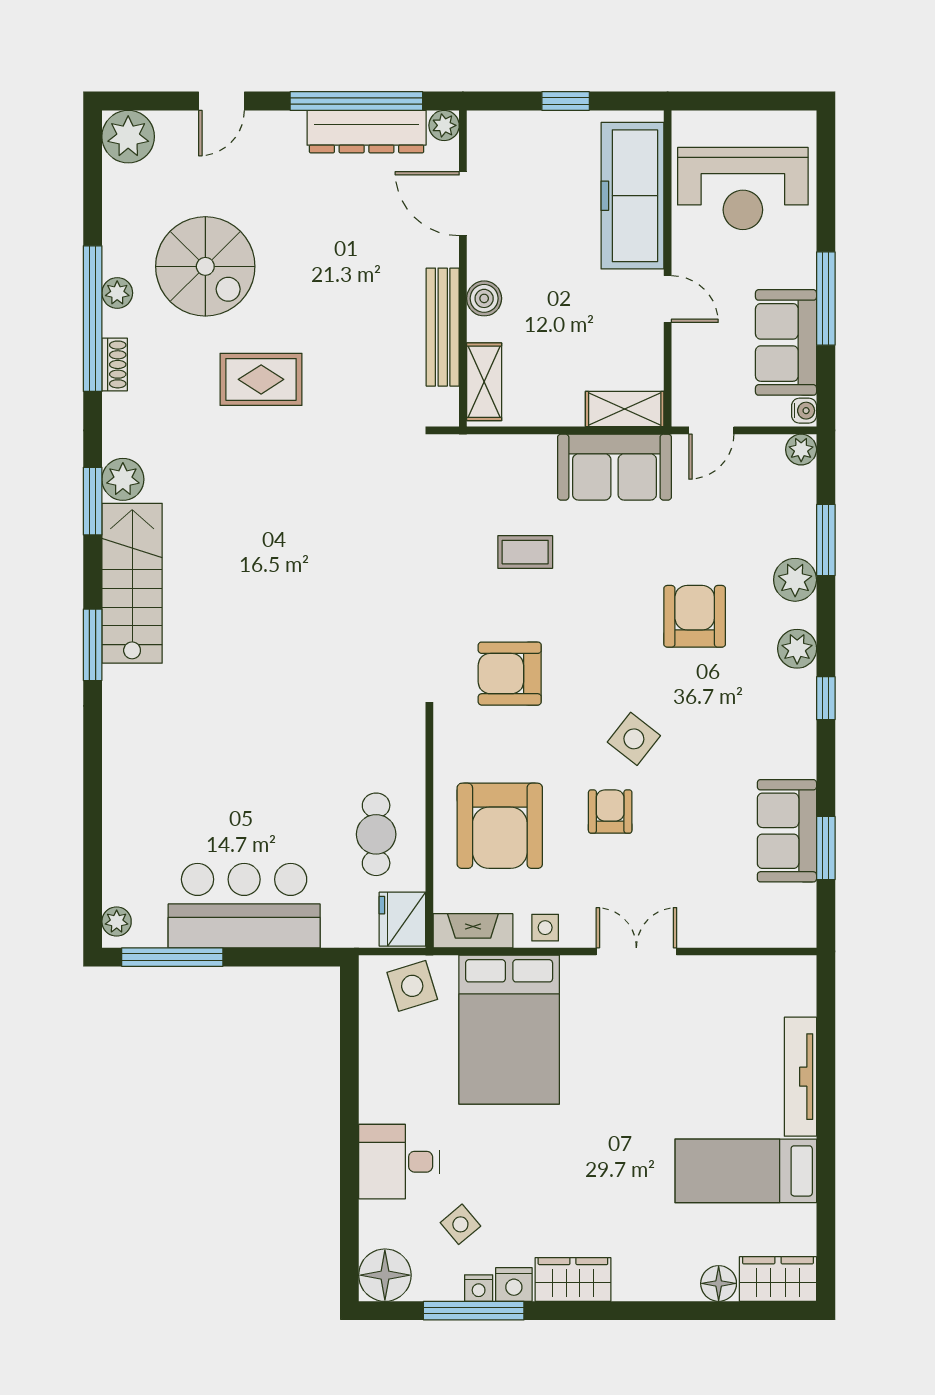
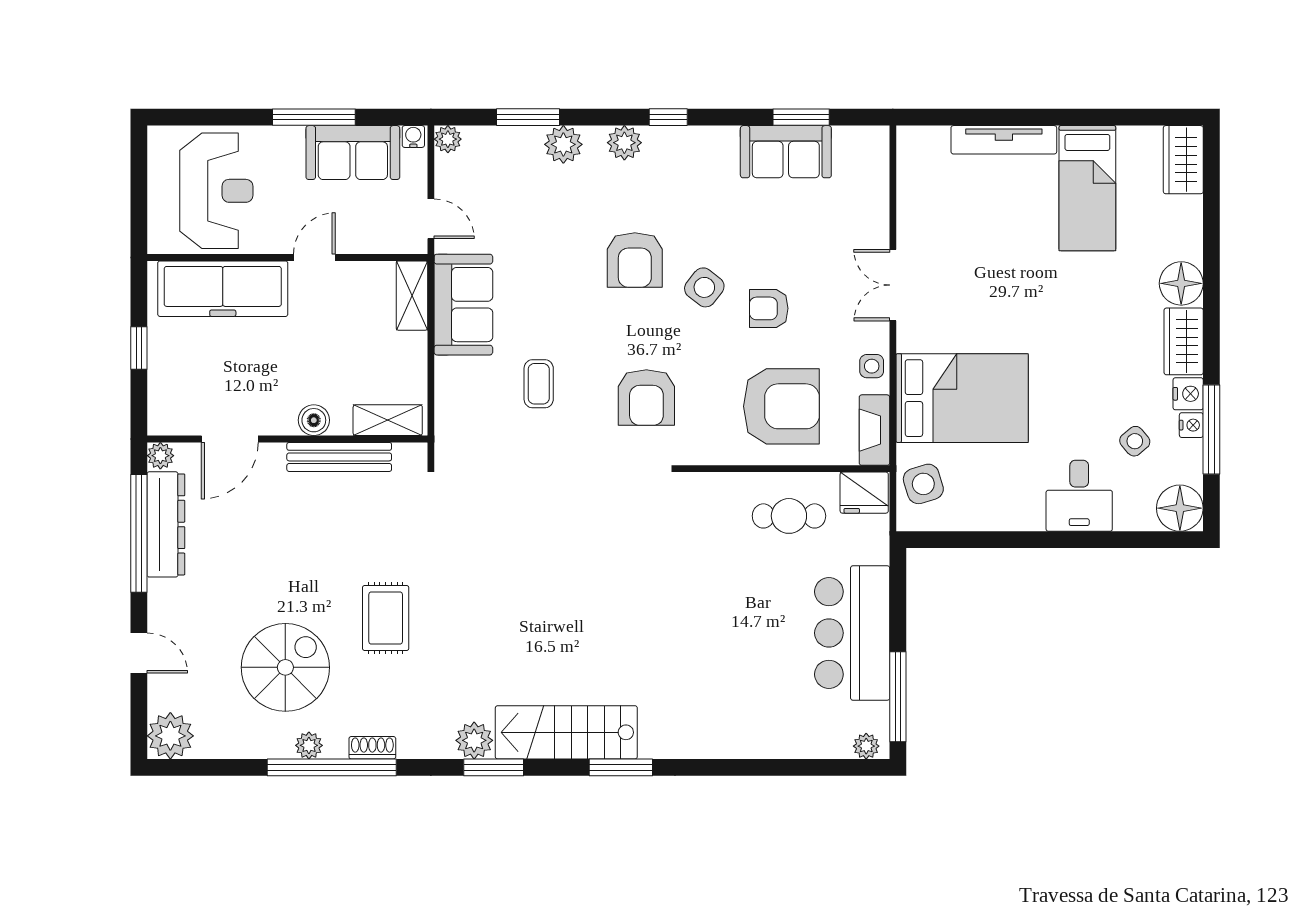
armchair: (695, 616) -> (635, 260), moved, turned -90
floor lamp: (719, 1283) -> (1181, 283), moved, width x1.38, depth x1.38

